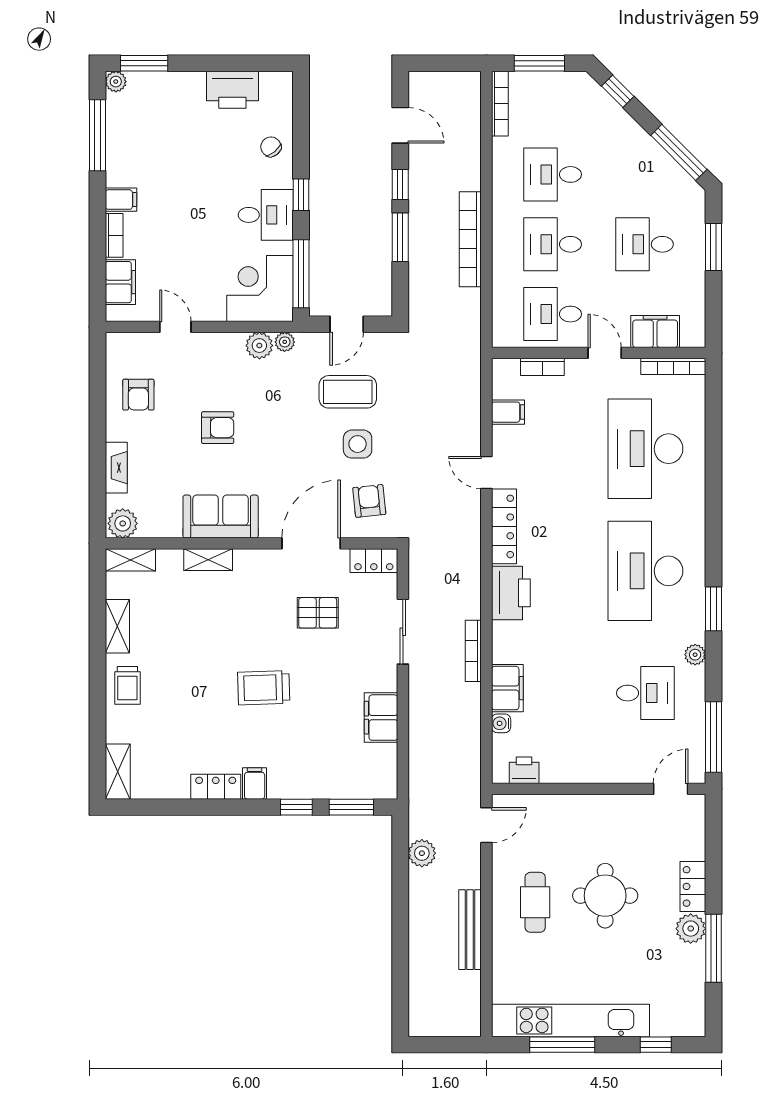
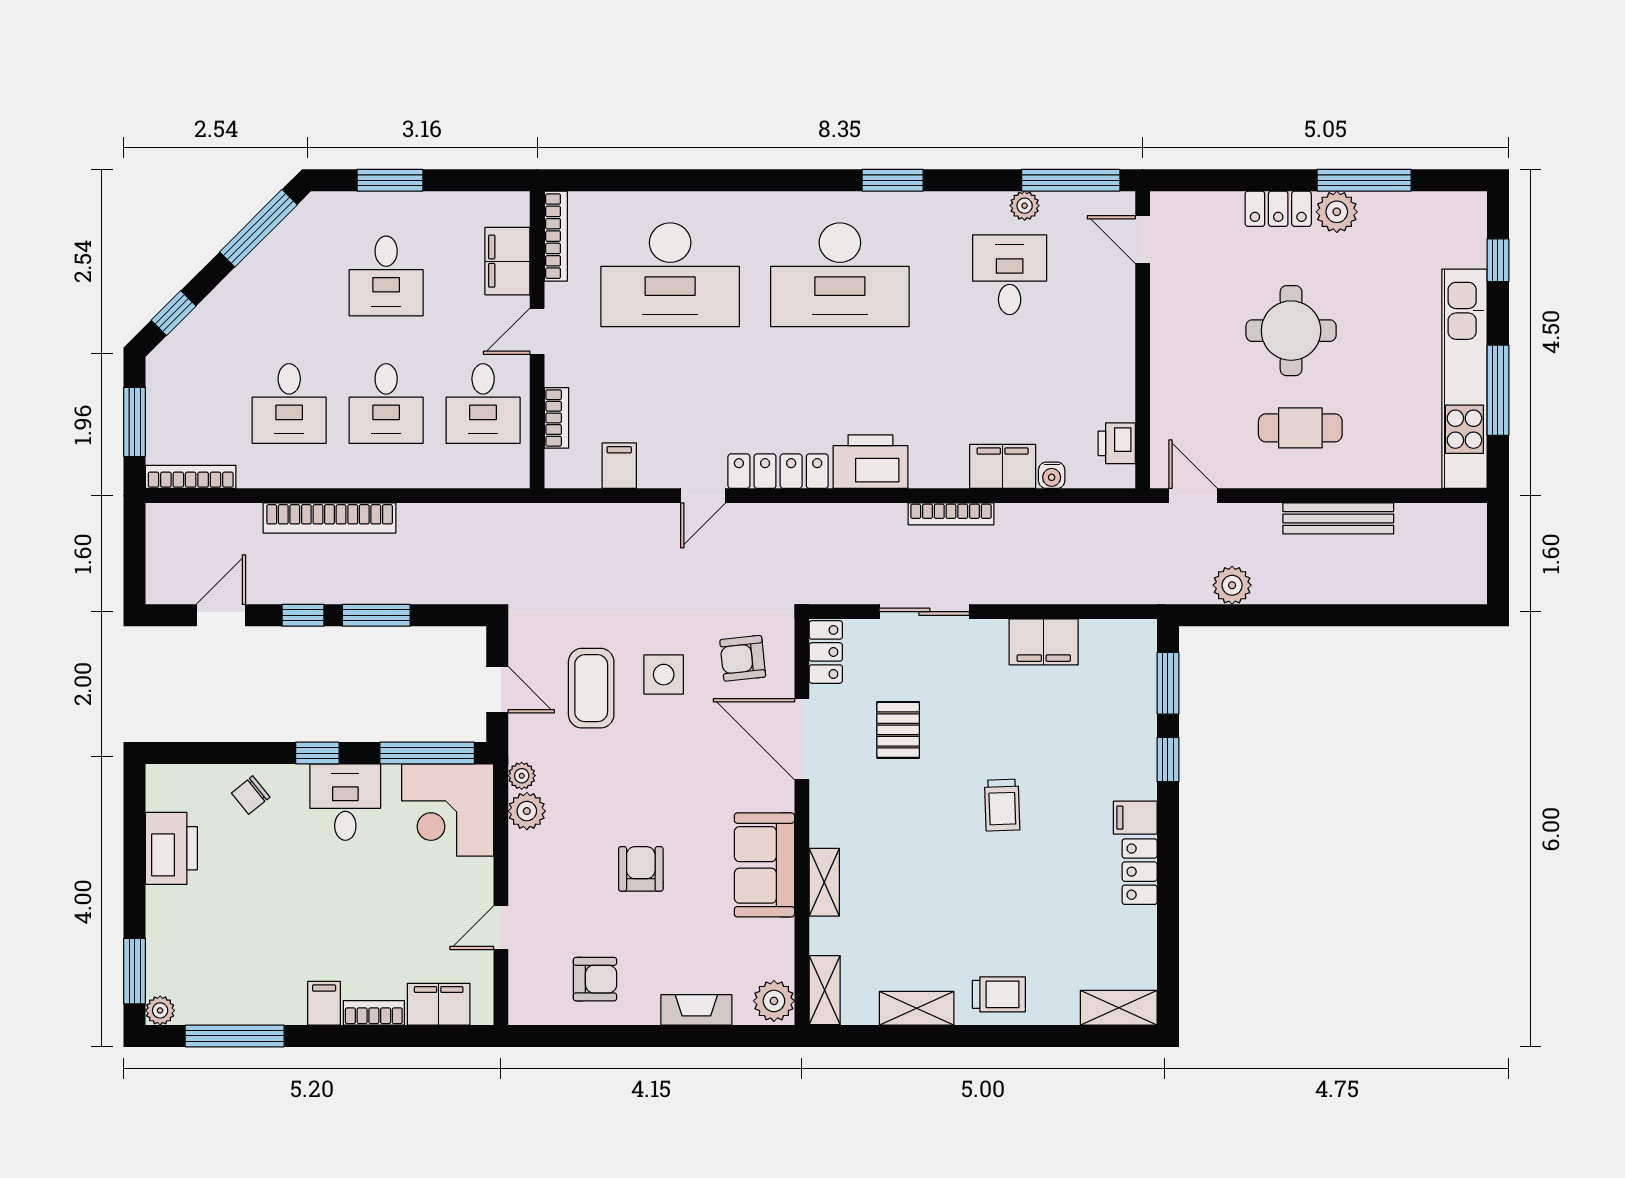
bookcase: (470, 239) -> (330, 518), moved
plant: (695, 655) -> (1025, 206), moved
trolley: (264, 688) -> (1002, 805), width x0.73, depth x0.72

